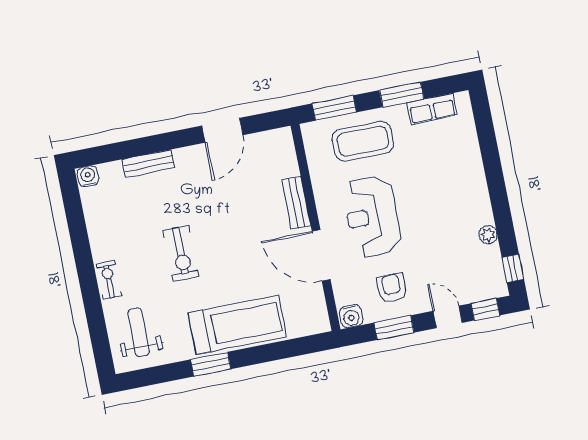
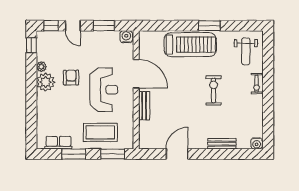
plant: (475, 209) -> (46, 82), added
armchair: (392, 288) -> (71, 78), moved, turned 180
treadmill: (237, 325) -> (190, 45), turned 180

